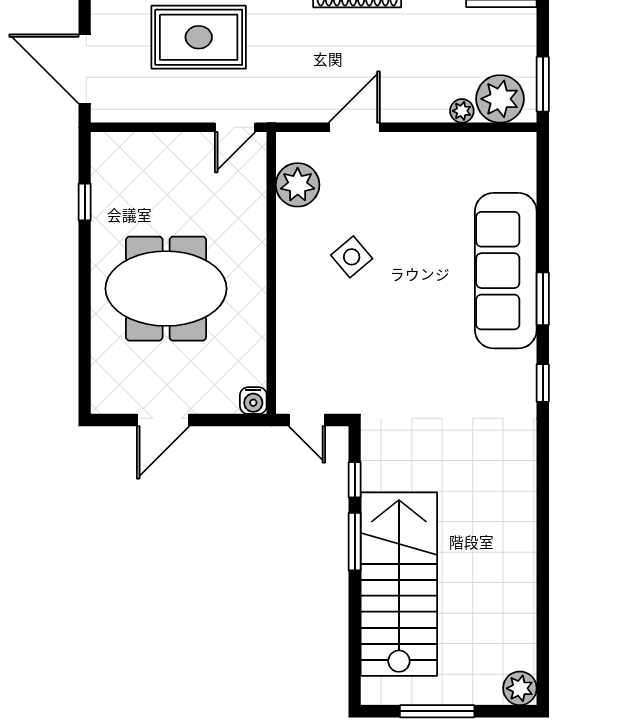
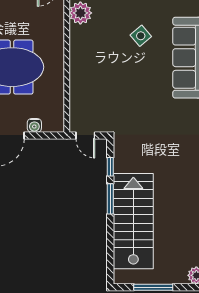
side table: (352, 257) -> (141, 36), moved
water cooler: (253, 401) -> (34, 125), moved

